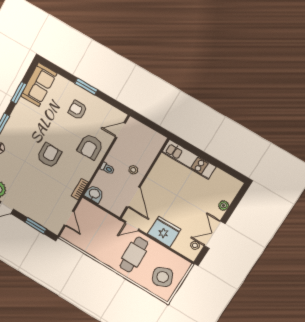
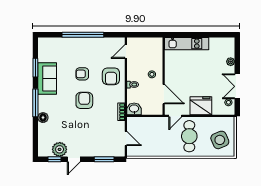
sofa: (39, 85) -> (47, 78), moved
window: (86, 86) -> (83, 35), width x2.11
armchair: (78, 110) -> (82, 74), moved

